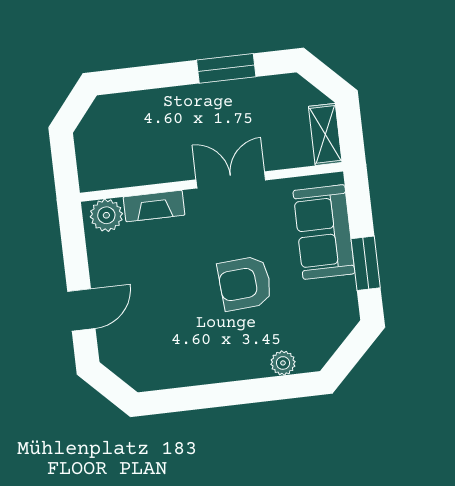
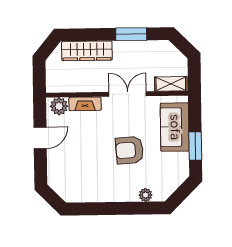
wardrobe: (148, 108) -> (87, 51), added
shelving: (325, 134) -> (171, 84), moved, turned 90
door: (81, 310) -> (40, 138), moved

